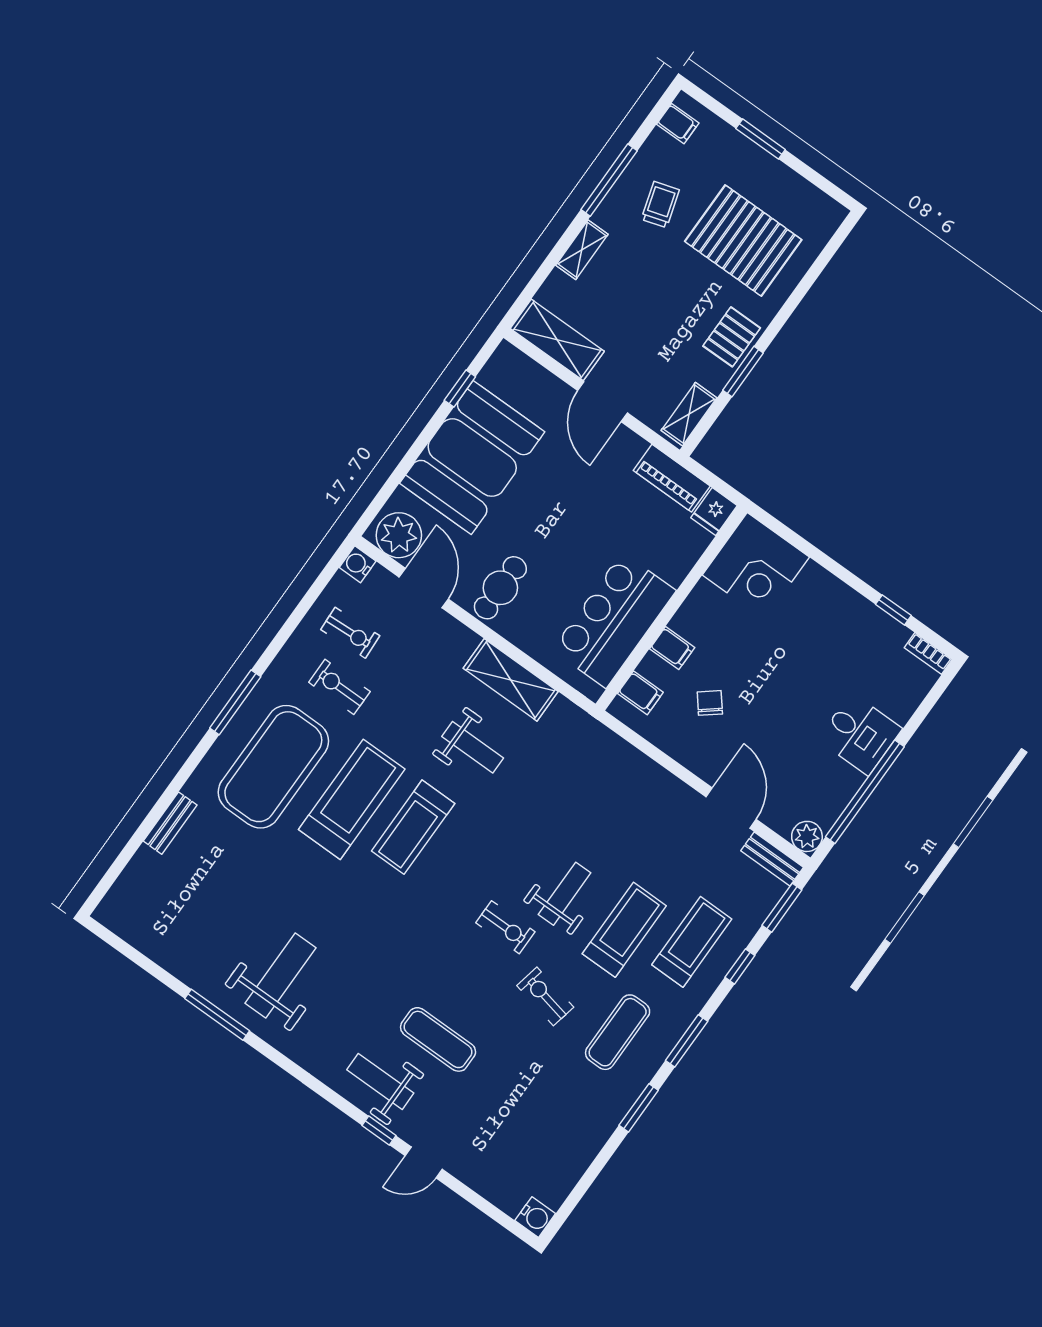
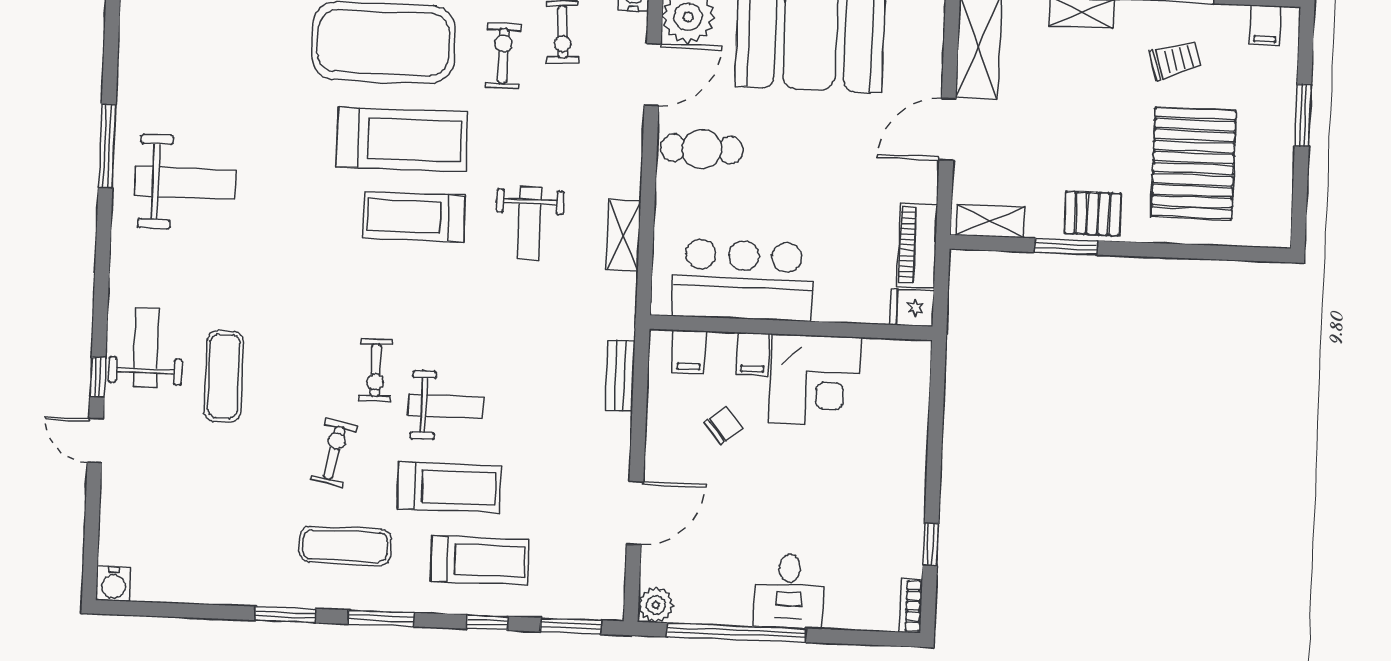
corner desk: (756, 566) -> (815, 380), moved, turned -90
shelving: (511, 680) -> (624, 235), width x0.67, depth x0.75
bench: (772, 859) -> (620, 376), moved

